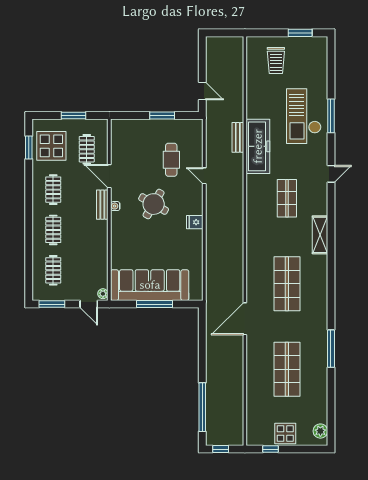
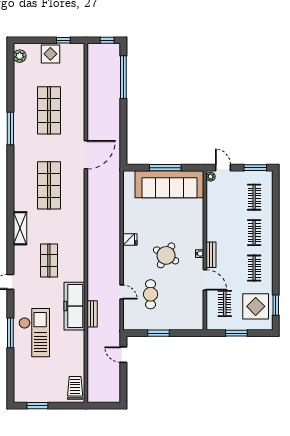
trolley: (276, 61) -> (75, 388), moved
door: (204, 176) -> (122, 292), moved

